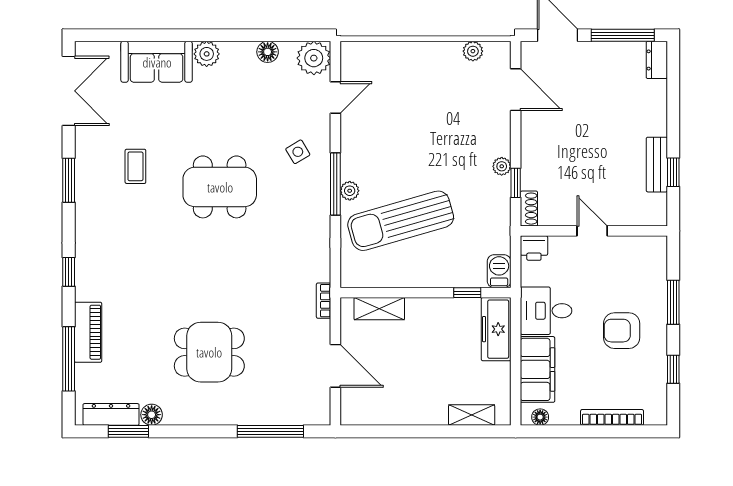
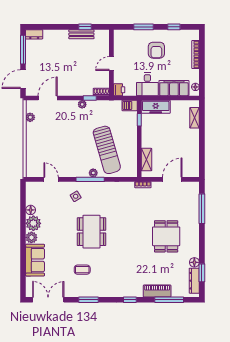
plant: (314, 58) -> (33, 223), moved

